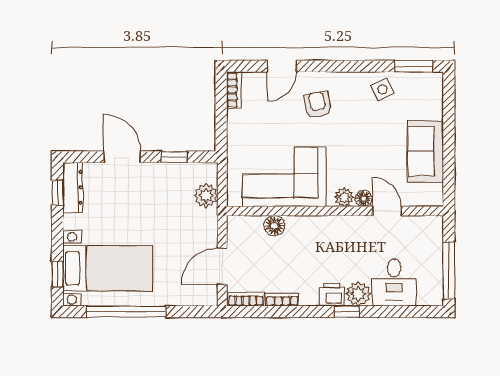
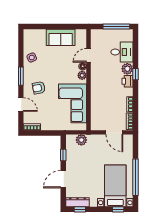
window: (414, 66) -> (21, 76), moved
floor lamp: (274, 226) -> (95, 108), removed

